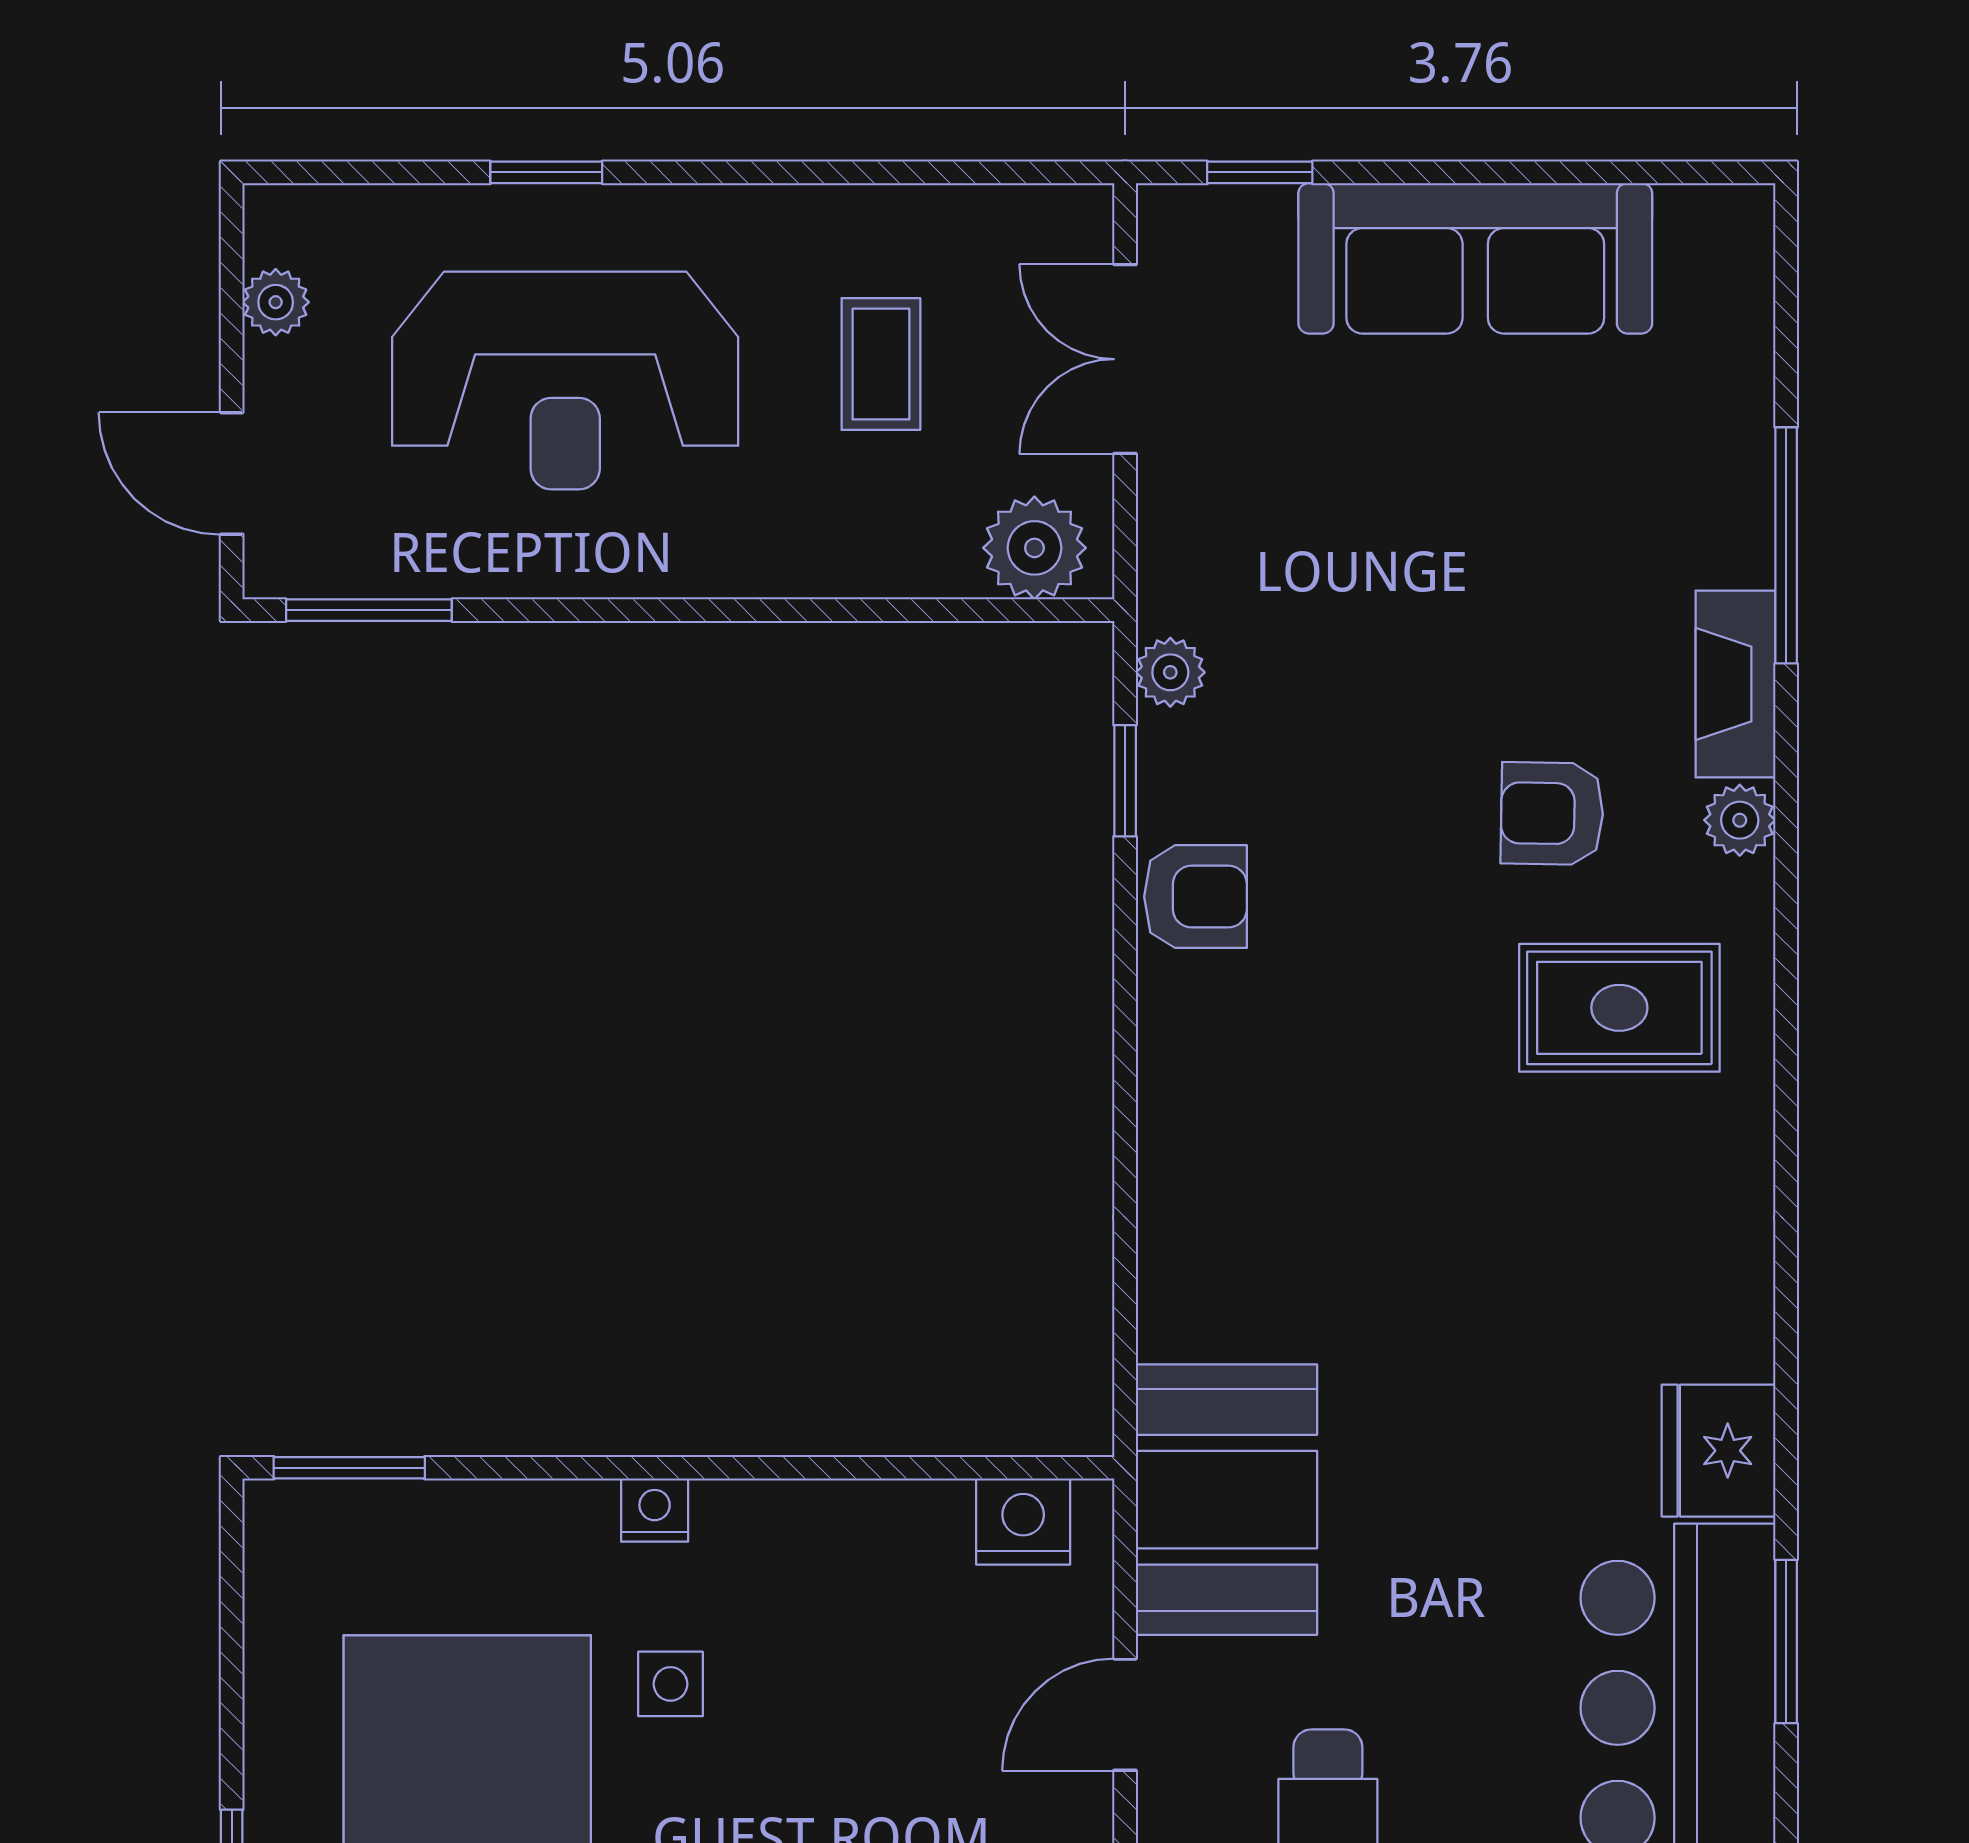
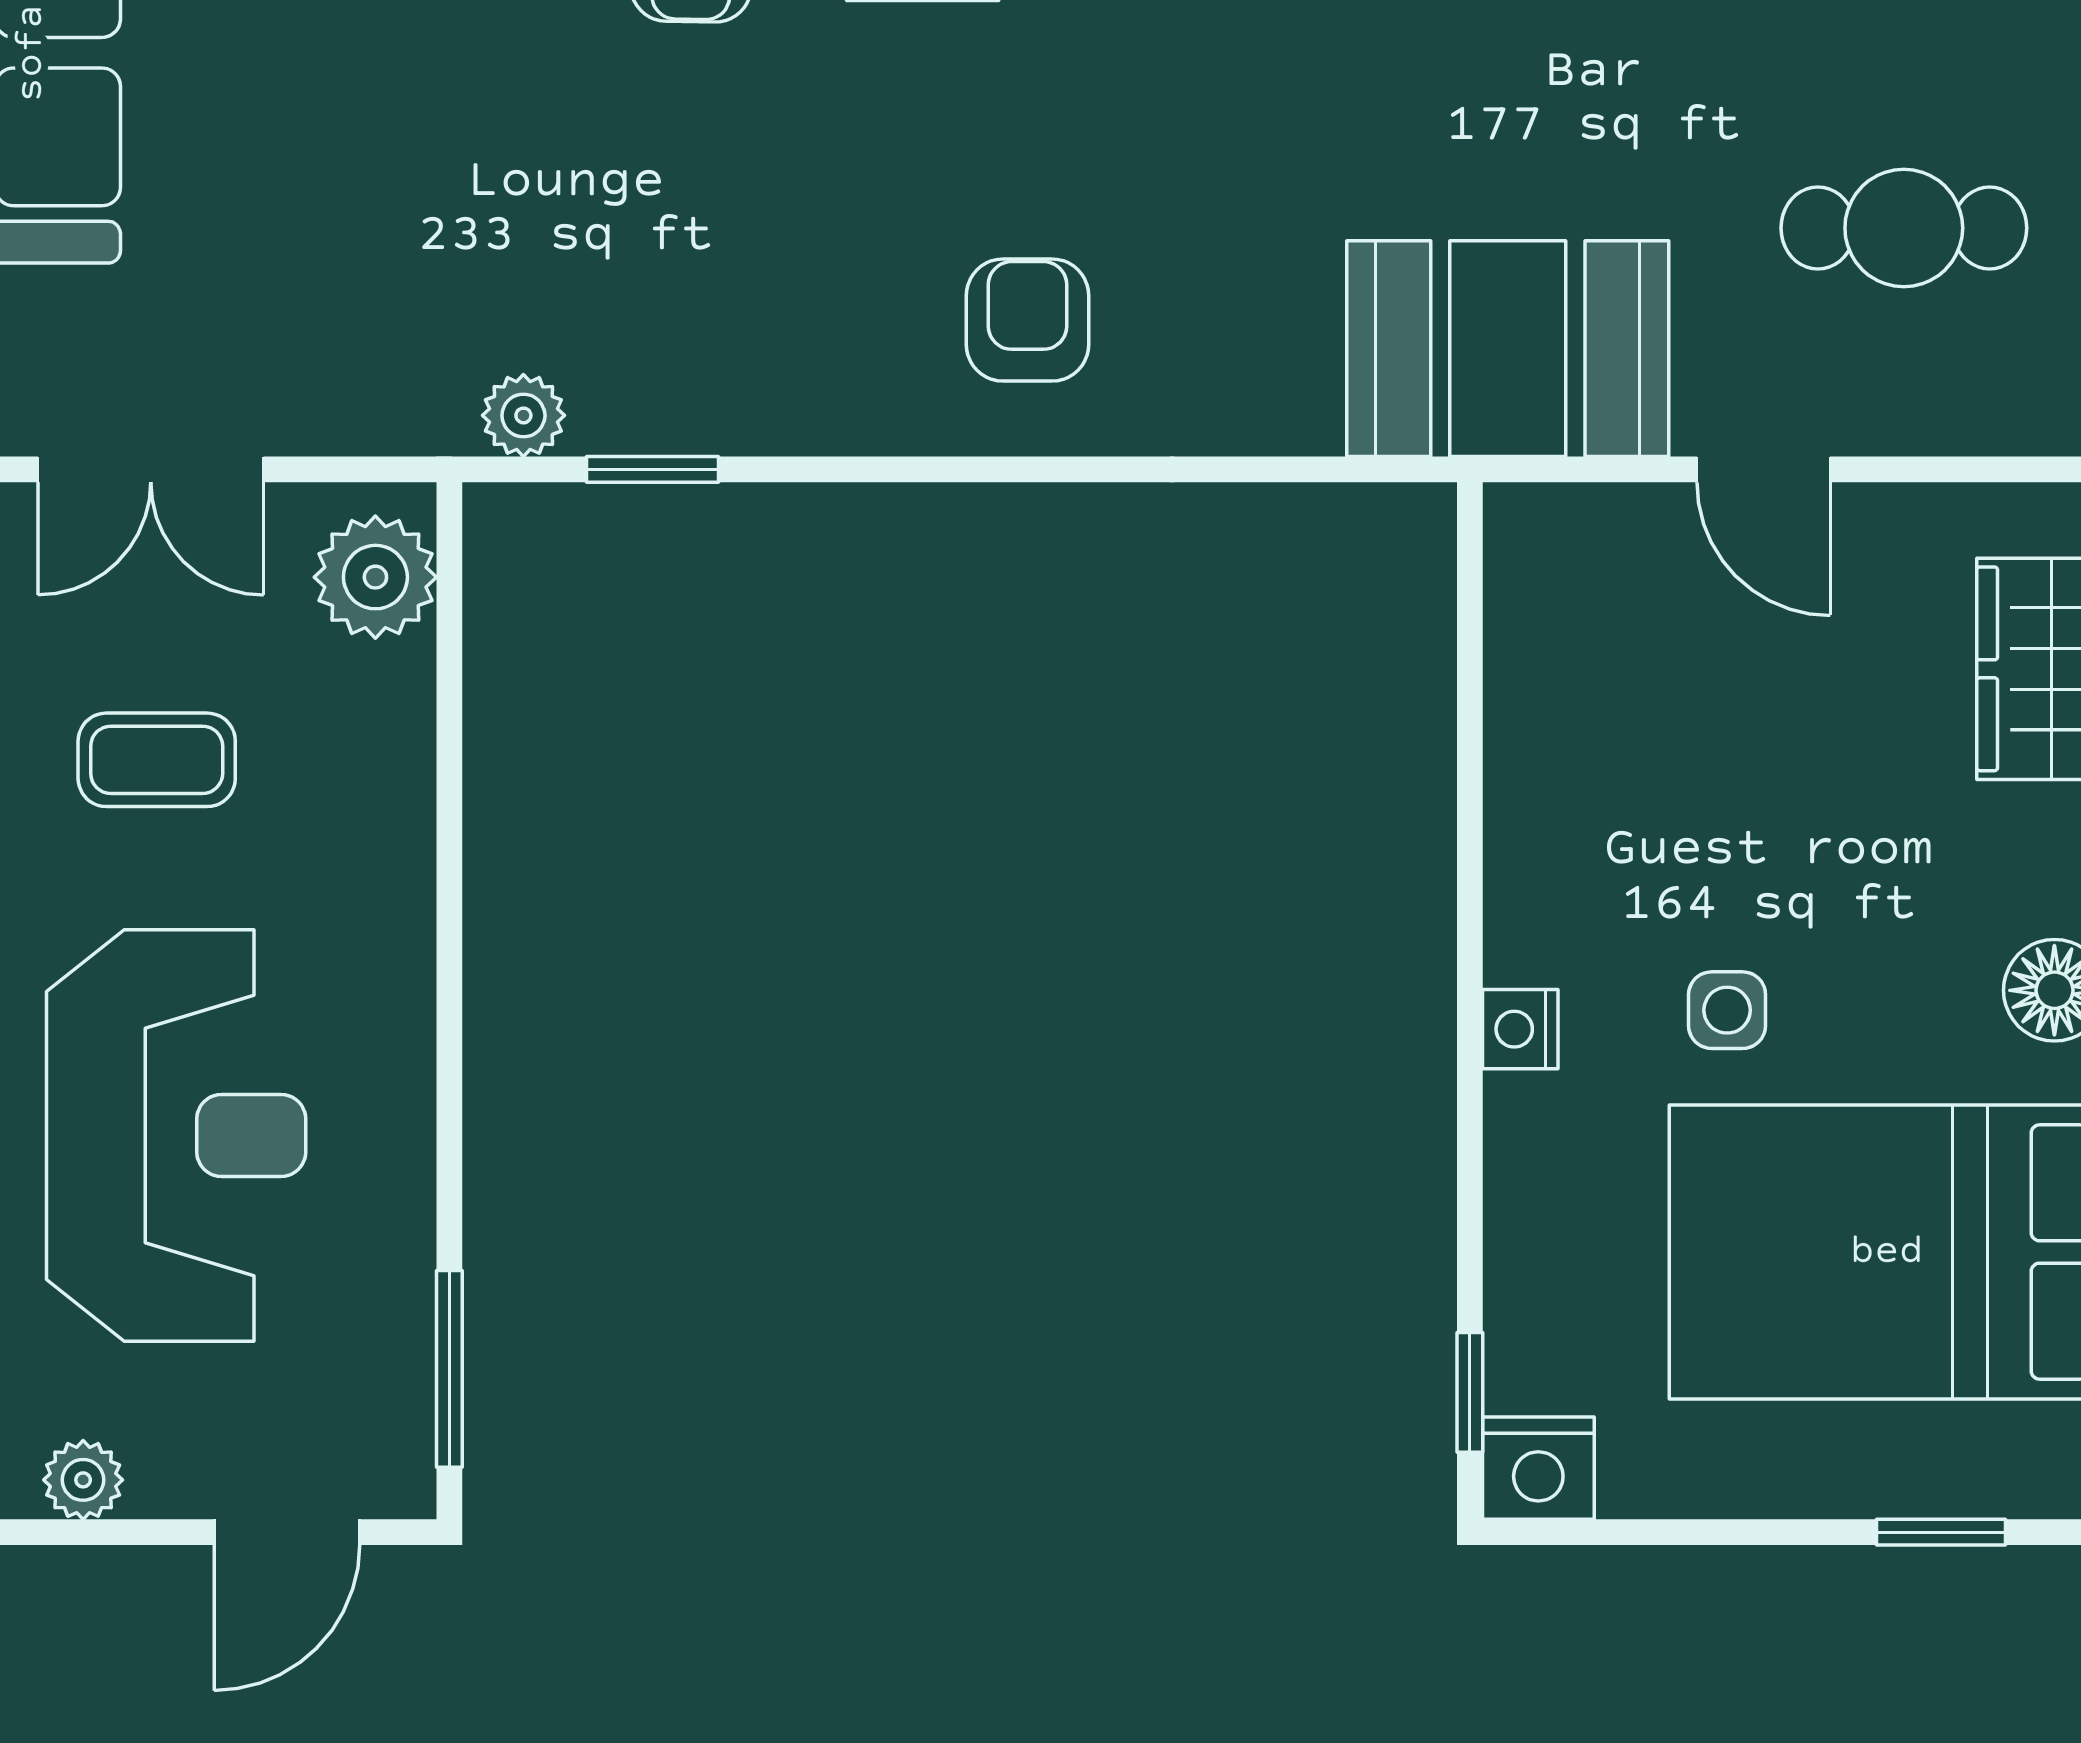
armchair: (1196, 897) -> (1028, 320), moved
window: (349, 1468) -> (1470, 1392), width x0.67
nightstand: (1023, 1522) -> (1538, 1468), moved, turned -90

